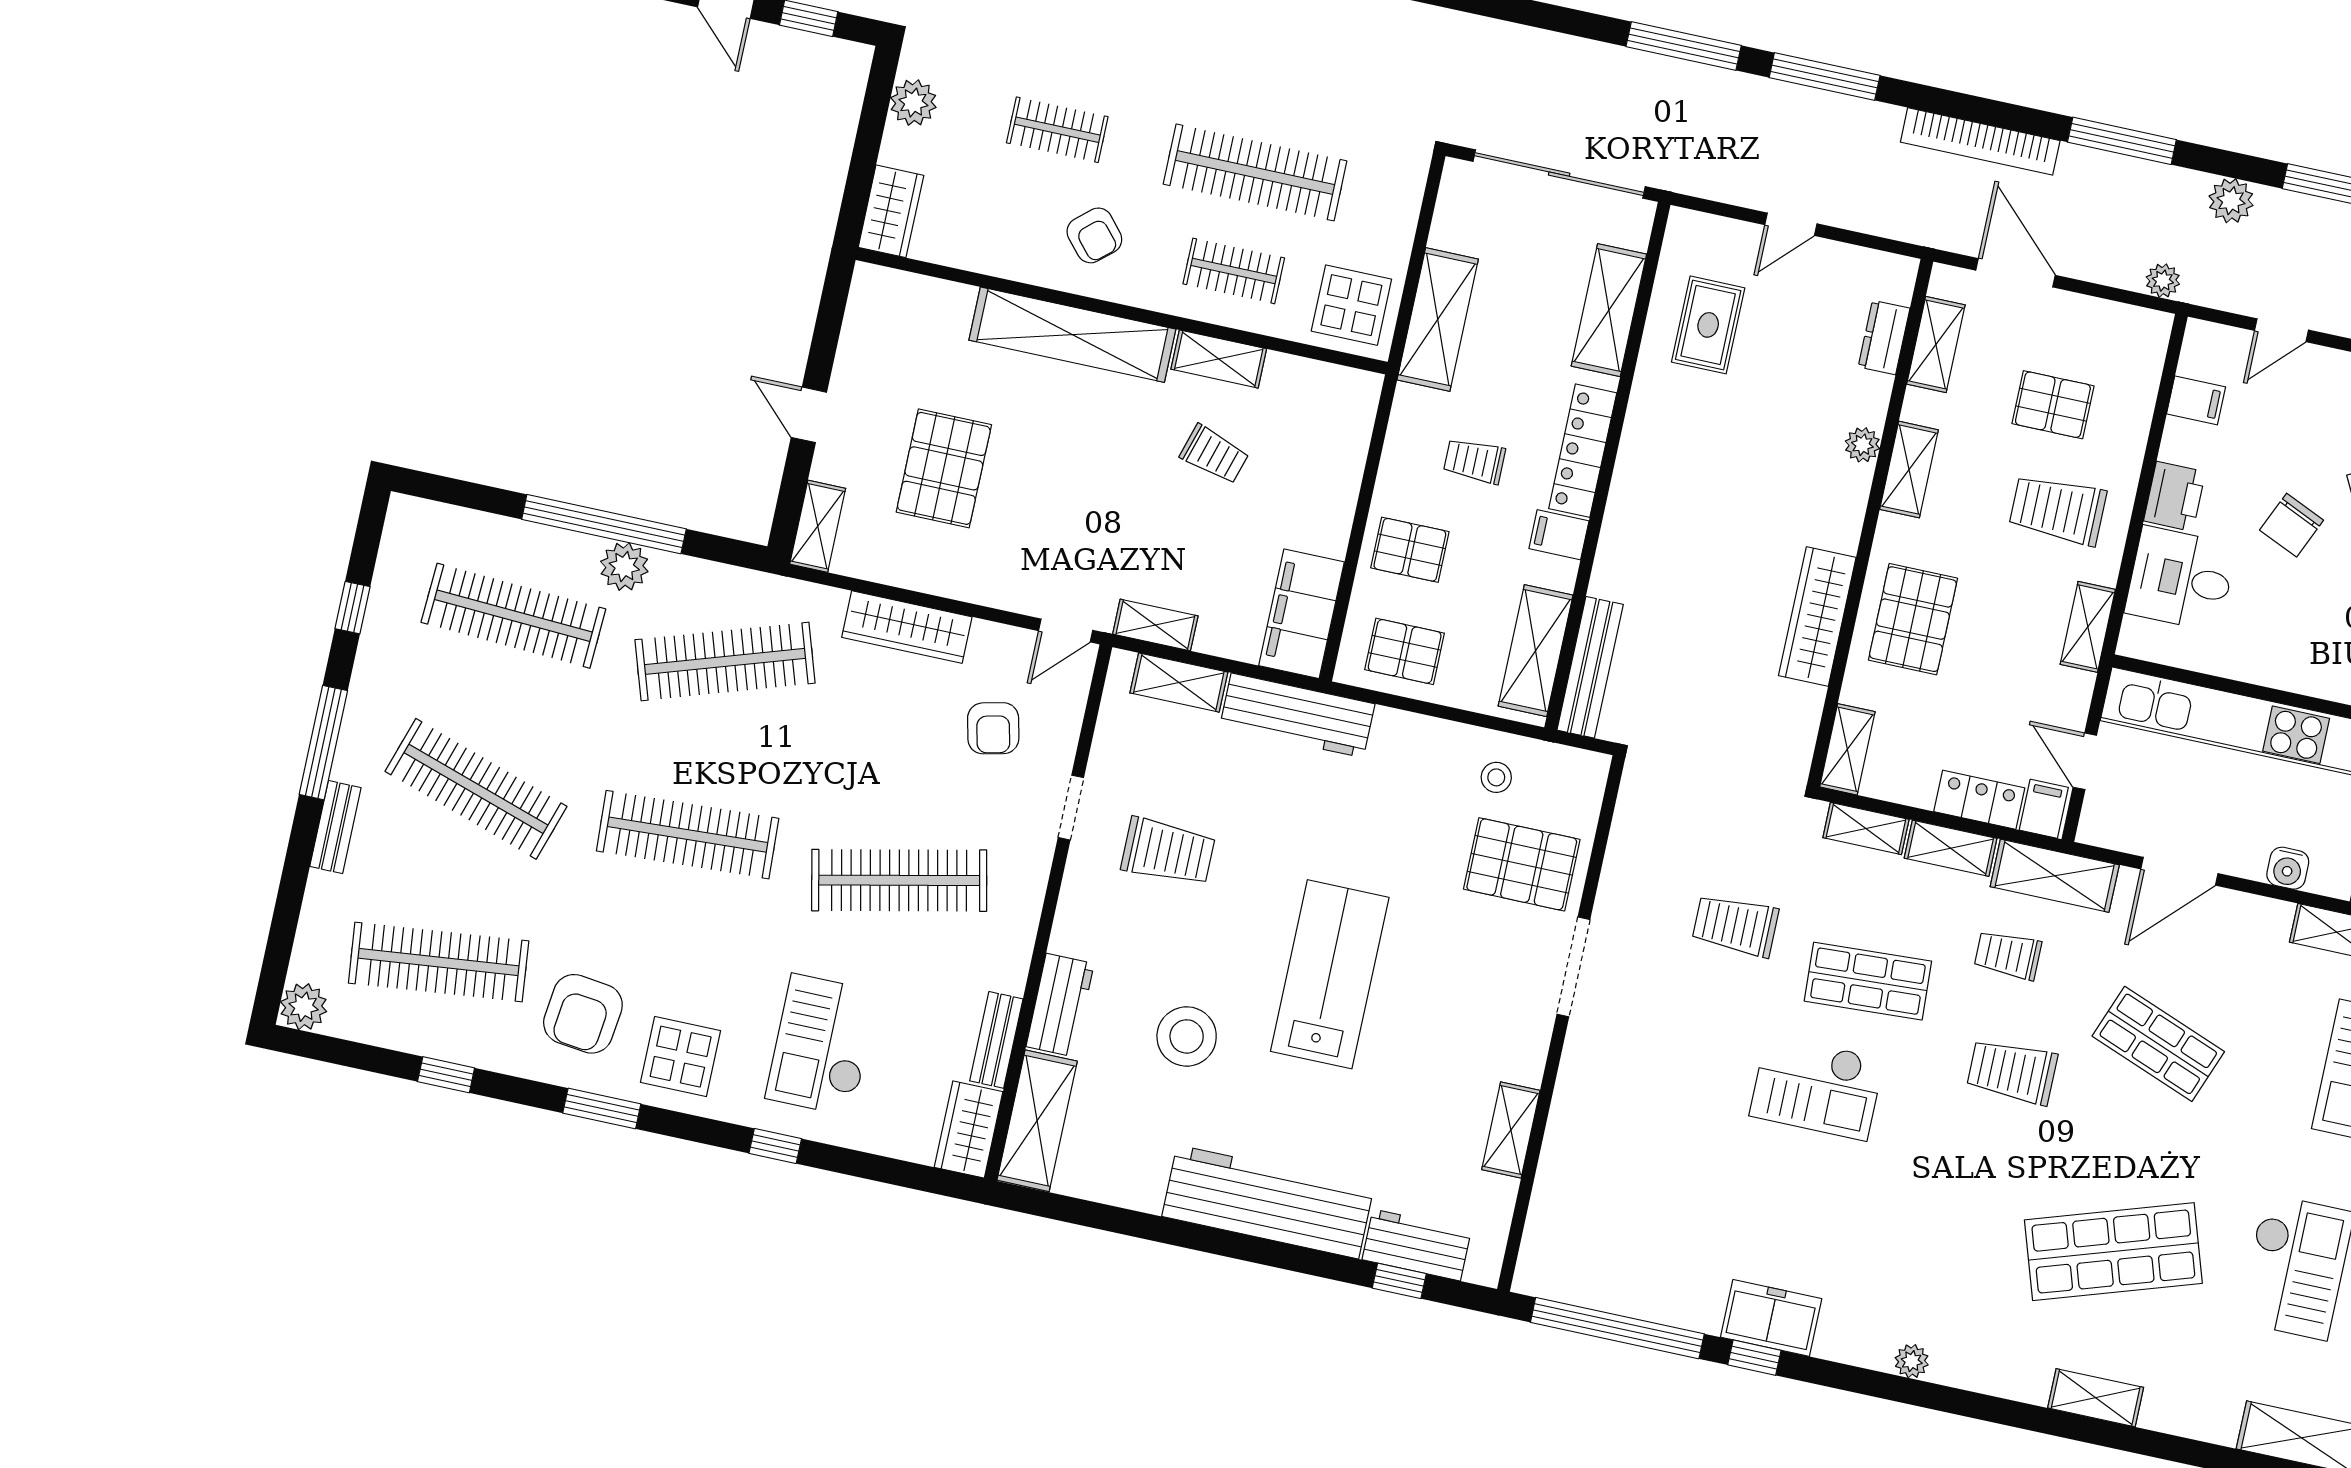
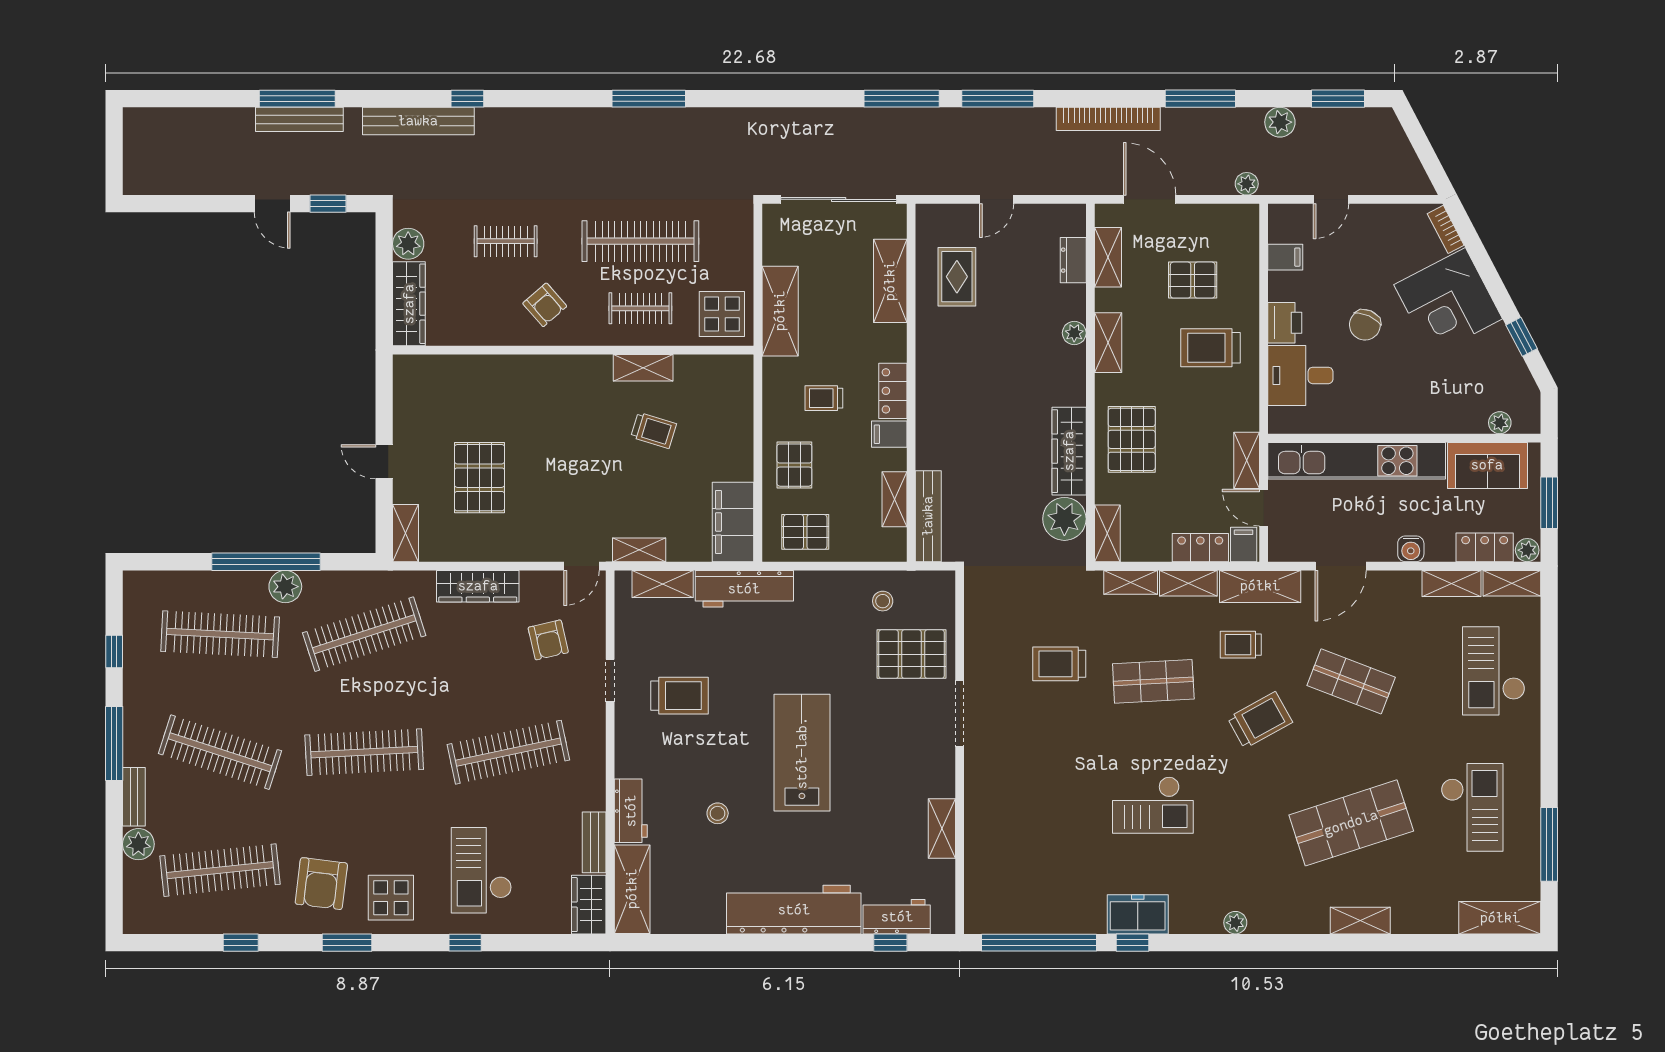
wardrobe: (891, 211) -> (409, 304), width x1.50
shelving: (1072, 335) -> (544, 372), removed
locker: (1583, 451) -> (893, 391), width x0.66
pallet: (1410, 550) -> (794, 465), turned 90
shelving: (2088, 627) -> (1247, 460), moved
shelving: (1536, 651) -> (895, 499), width x0.67, depth x0.75
plant: (1789, 715) -> (1064, 519), added
plant: (304, 1007) -> (138, 844), moved
stool: (1187, 1036) -> (718, 813), width x0.53, depth x0.53
trolley: (2012, 1072) -> (1260, 720), turned 151
checkout: (1817, 1087) -> (1153, 805), moved

